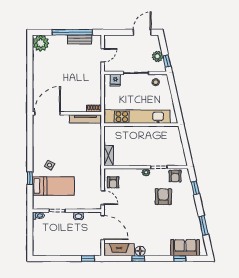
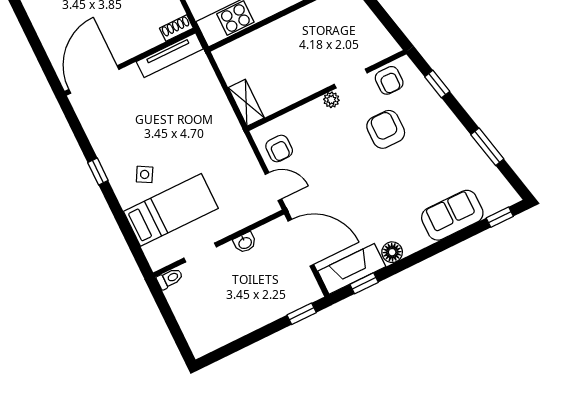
window: (30, 178) -> (98, 171), moved
sofa: (185, 248) -> (452, 215), moved
window: (138, 259) -> (364, 283), moved
window: (180, 259) -> (500, 217), moved

